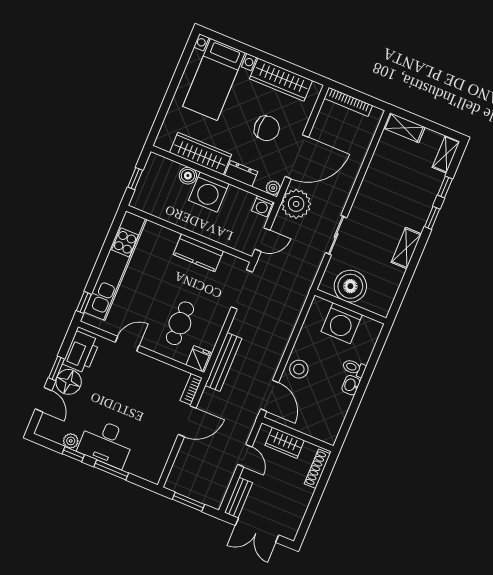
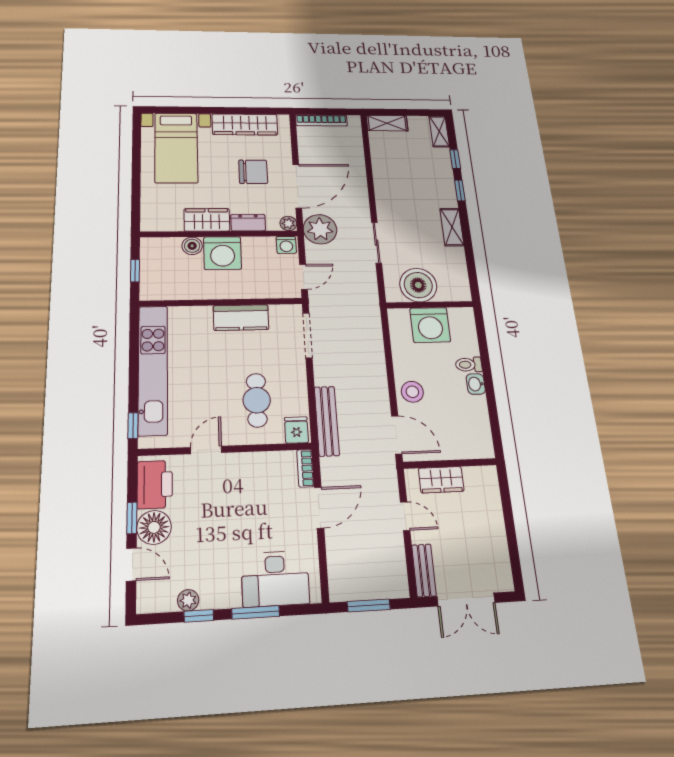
wardrobe: (201, 154) -> (207, 220), width x0.67
desk: (106, 443) -> (275, 579), moved
shoe rack: (317, 469) -> (492, 492), removed

